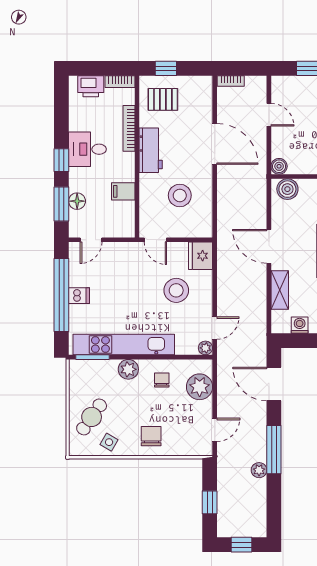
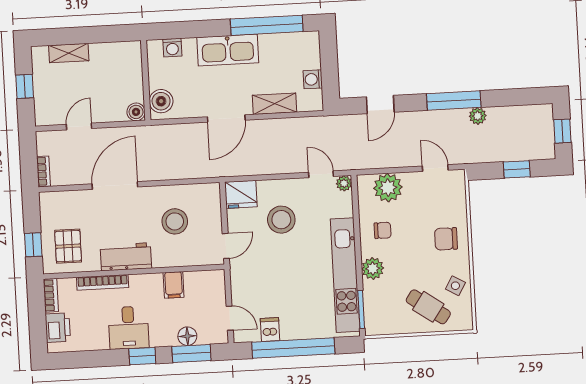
dishwasher: (79, 296) -> (270, 329), moved
chair: (162, 380) -> (383, 230), turned 180
door: (274, 384) -> (380, 104), width x0.73

